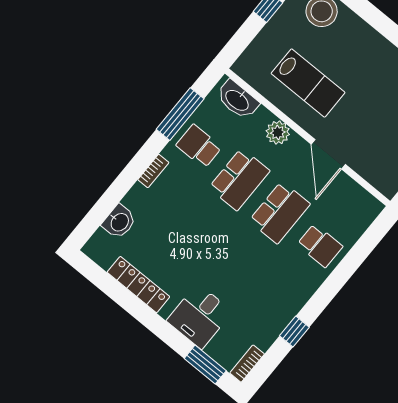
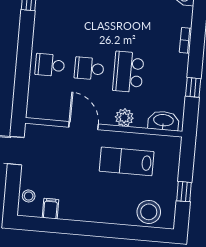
window: (180, 114) -> (193, 87), width x0.46
school desk: (199, 146) -> (168, 75), removed
school desk: (280, 212) -> (89, 68), width x0.54

